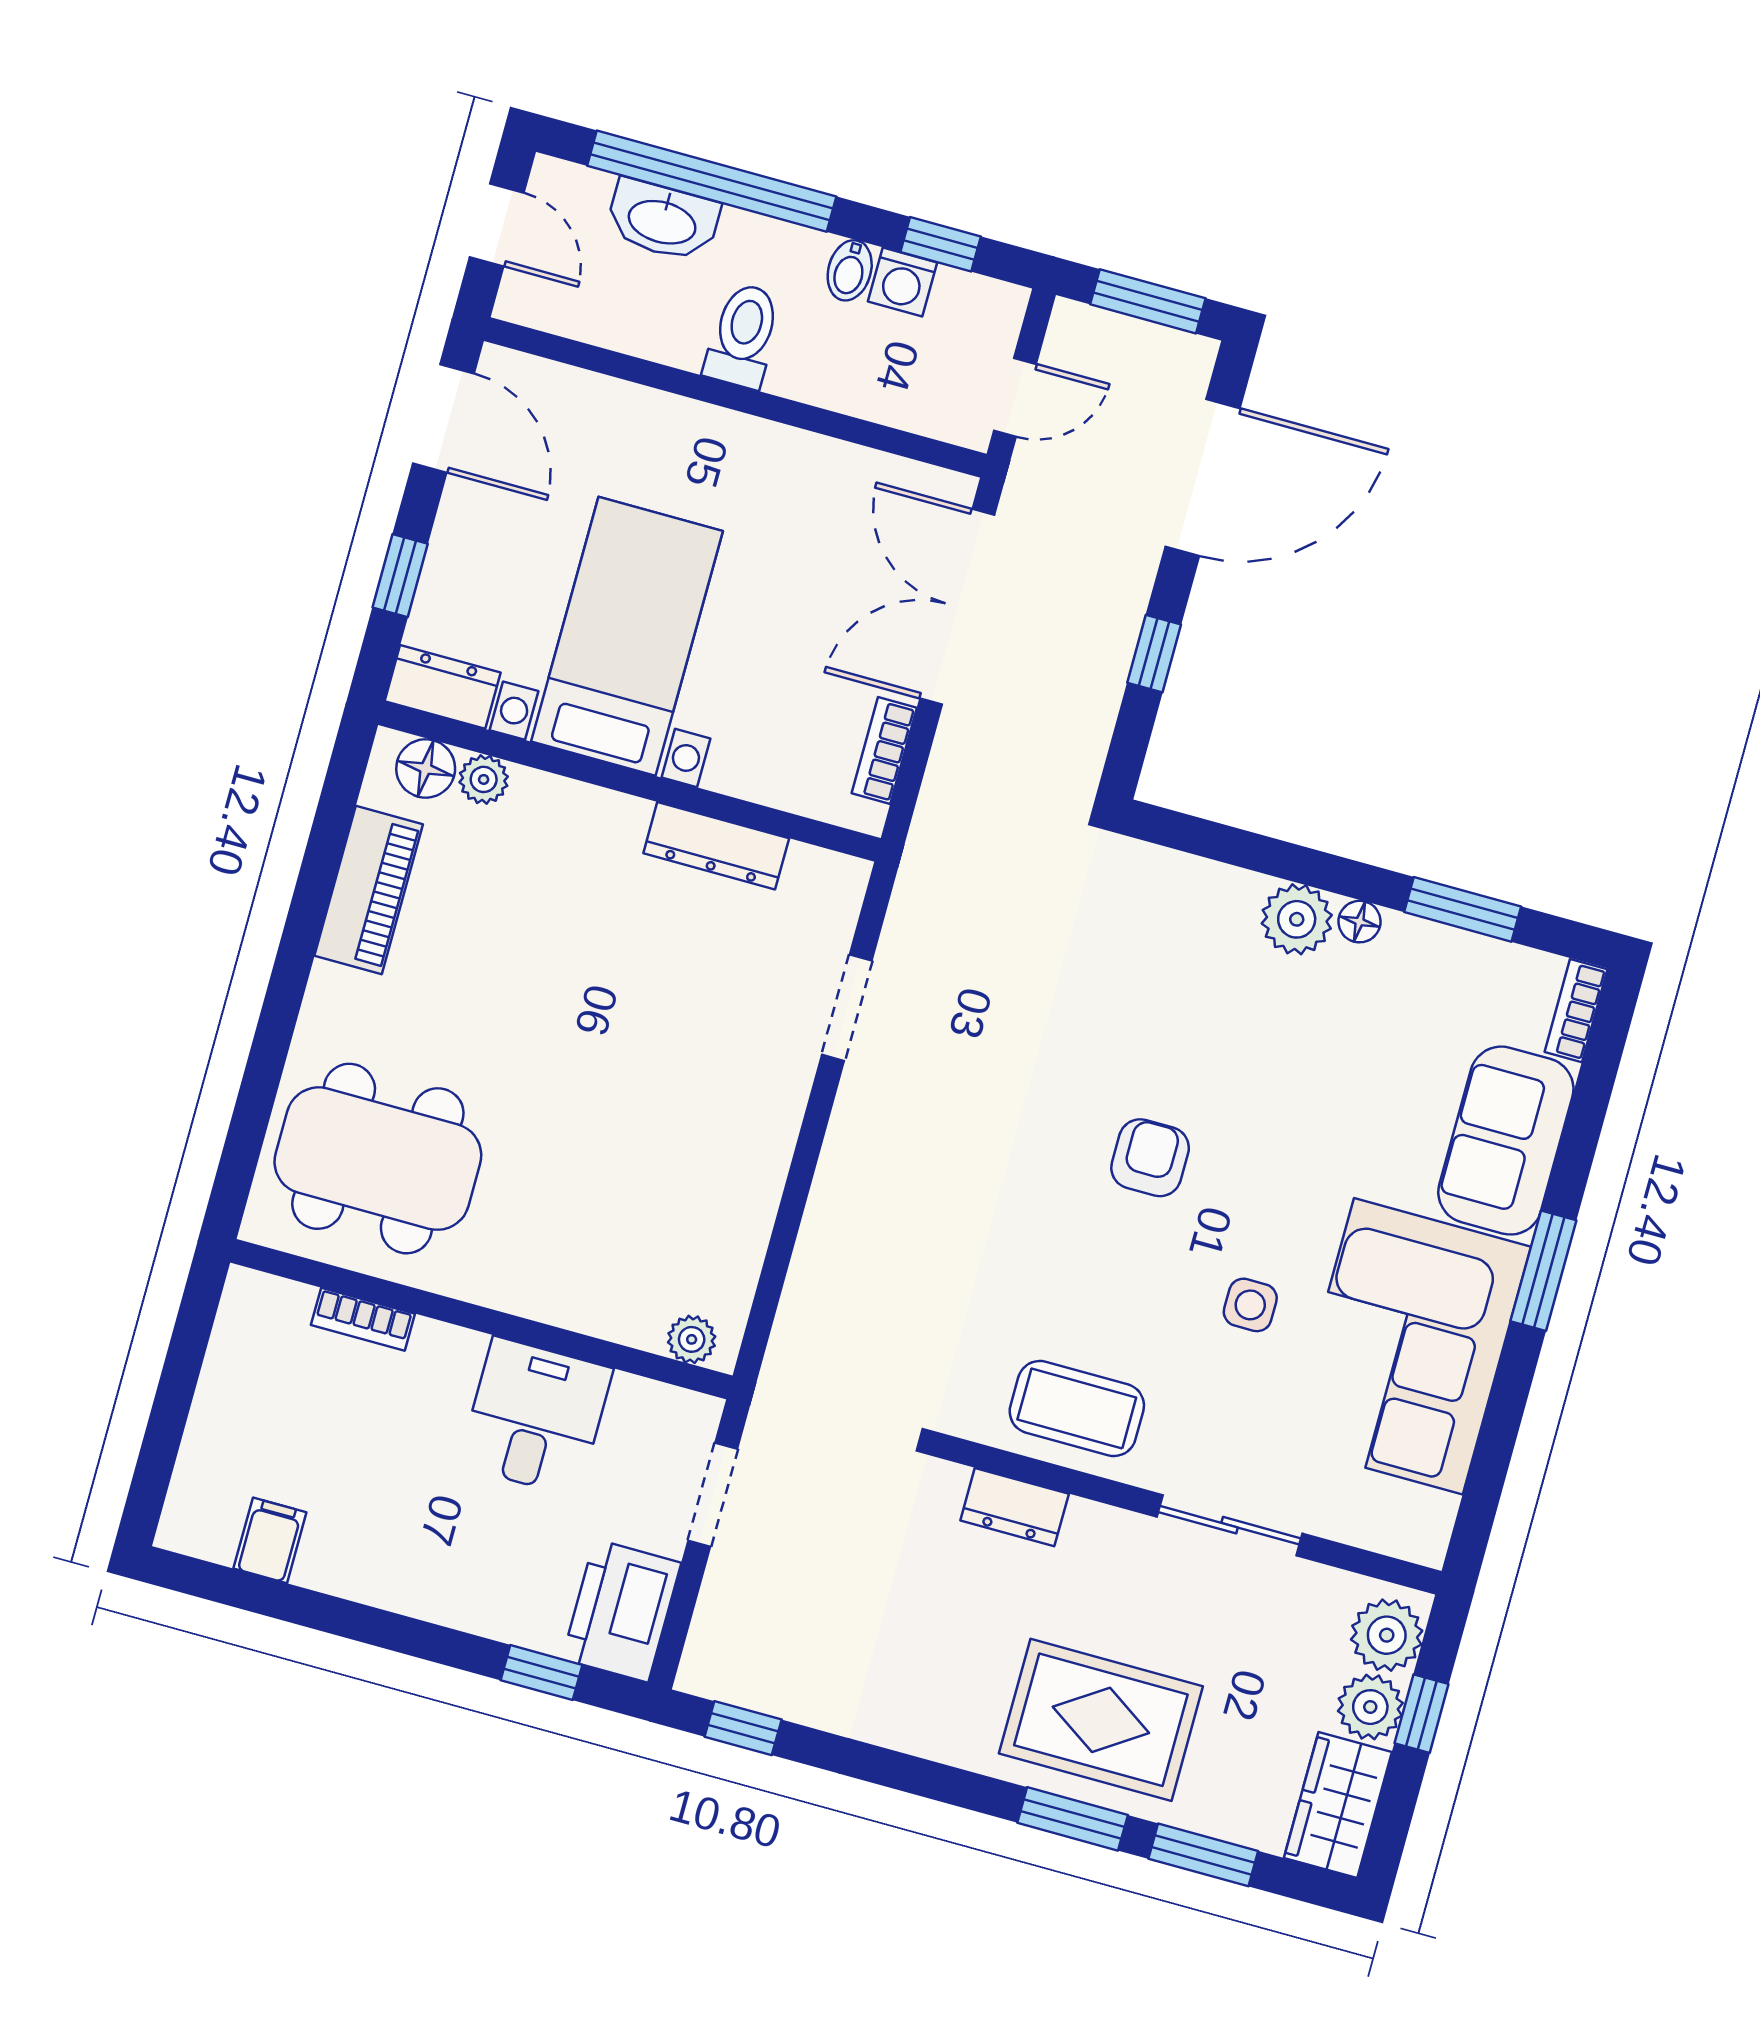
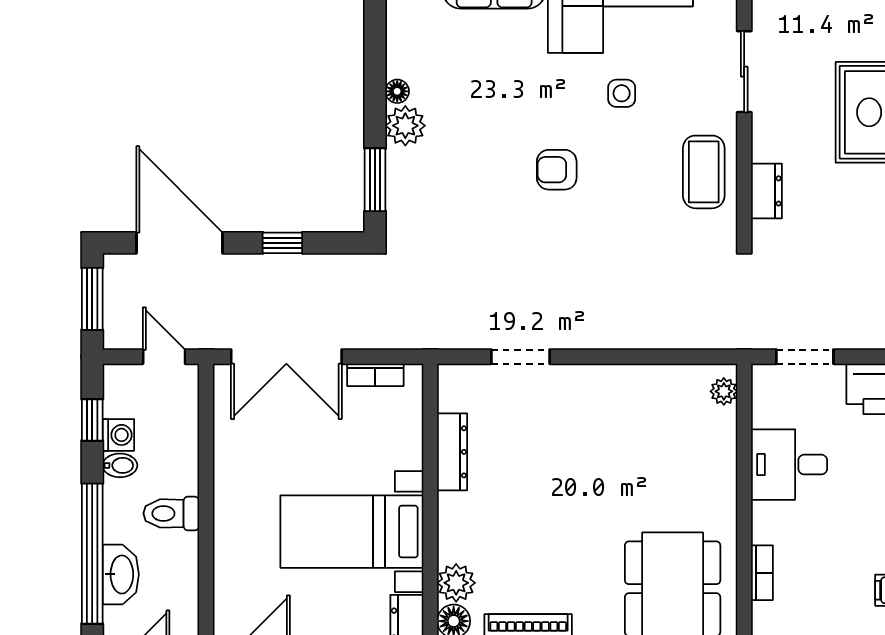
plant: (484, 779) -> (456, 583), width x1.38, depth x1.38
window: (1463, 909) -> (375, 180), moved

